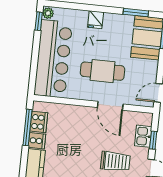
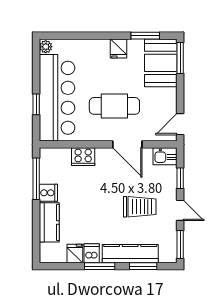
fridge: (96, 20) -> (119, 48), moved
window: (39, 21) -> (36, 104), moved
cooker: (39, 122) -> (83, 157), moved, turned 90
kitchen sink: (143, 136) -> (165, 156), moved, turned -90

